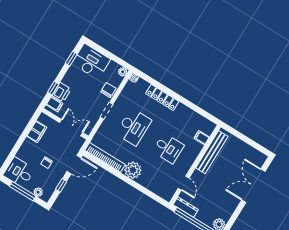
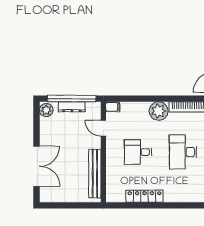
locker: (162, 97) -> (145, 196), moved
filing cabinet: (202, 138) -> (113, 107), moved
dresser: (186, 207) -> (72, 107), moved

